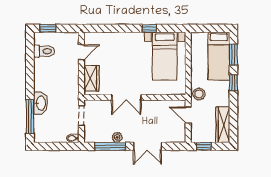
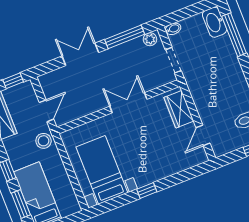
window: (149, 28) -> (147, 191), moved
washbasin: (41, 103) -> (214, 22), moved
door: (188, 115) -> (46, 111), hinge flipped
plant: (117, 137) -> (150, 39), moved

